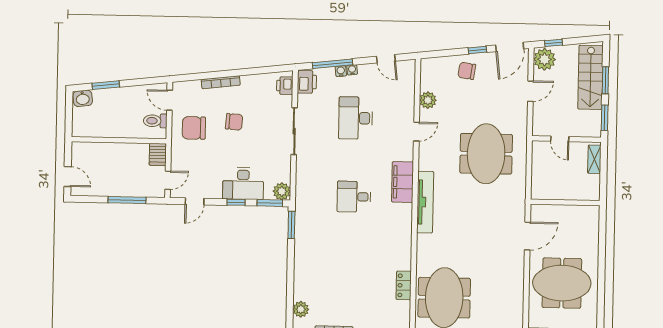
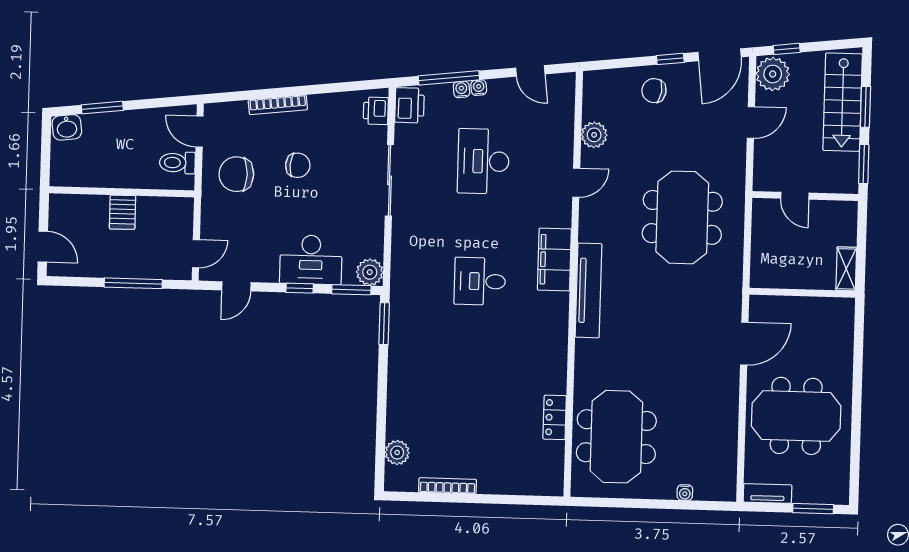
server rack: (158, 154) -> (122, 212), moved
shelving: (594, 159) -> (846, 269), moved

